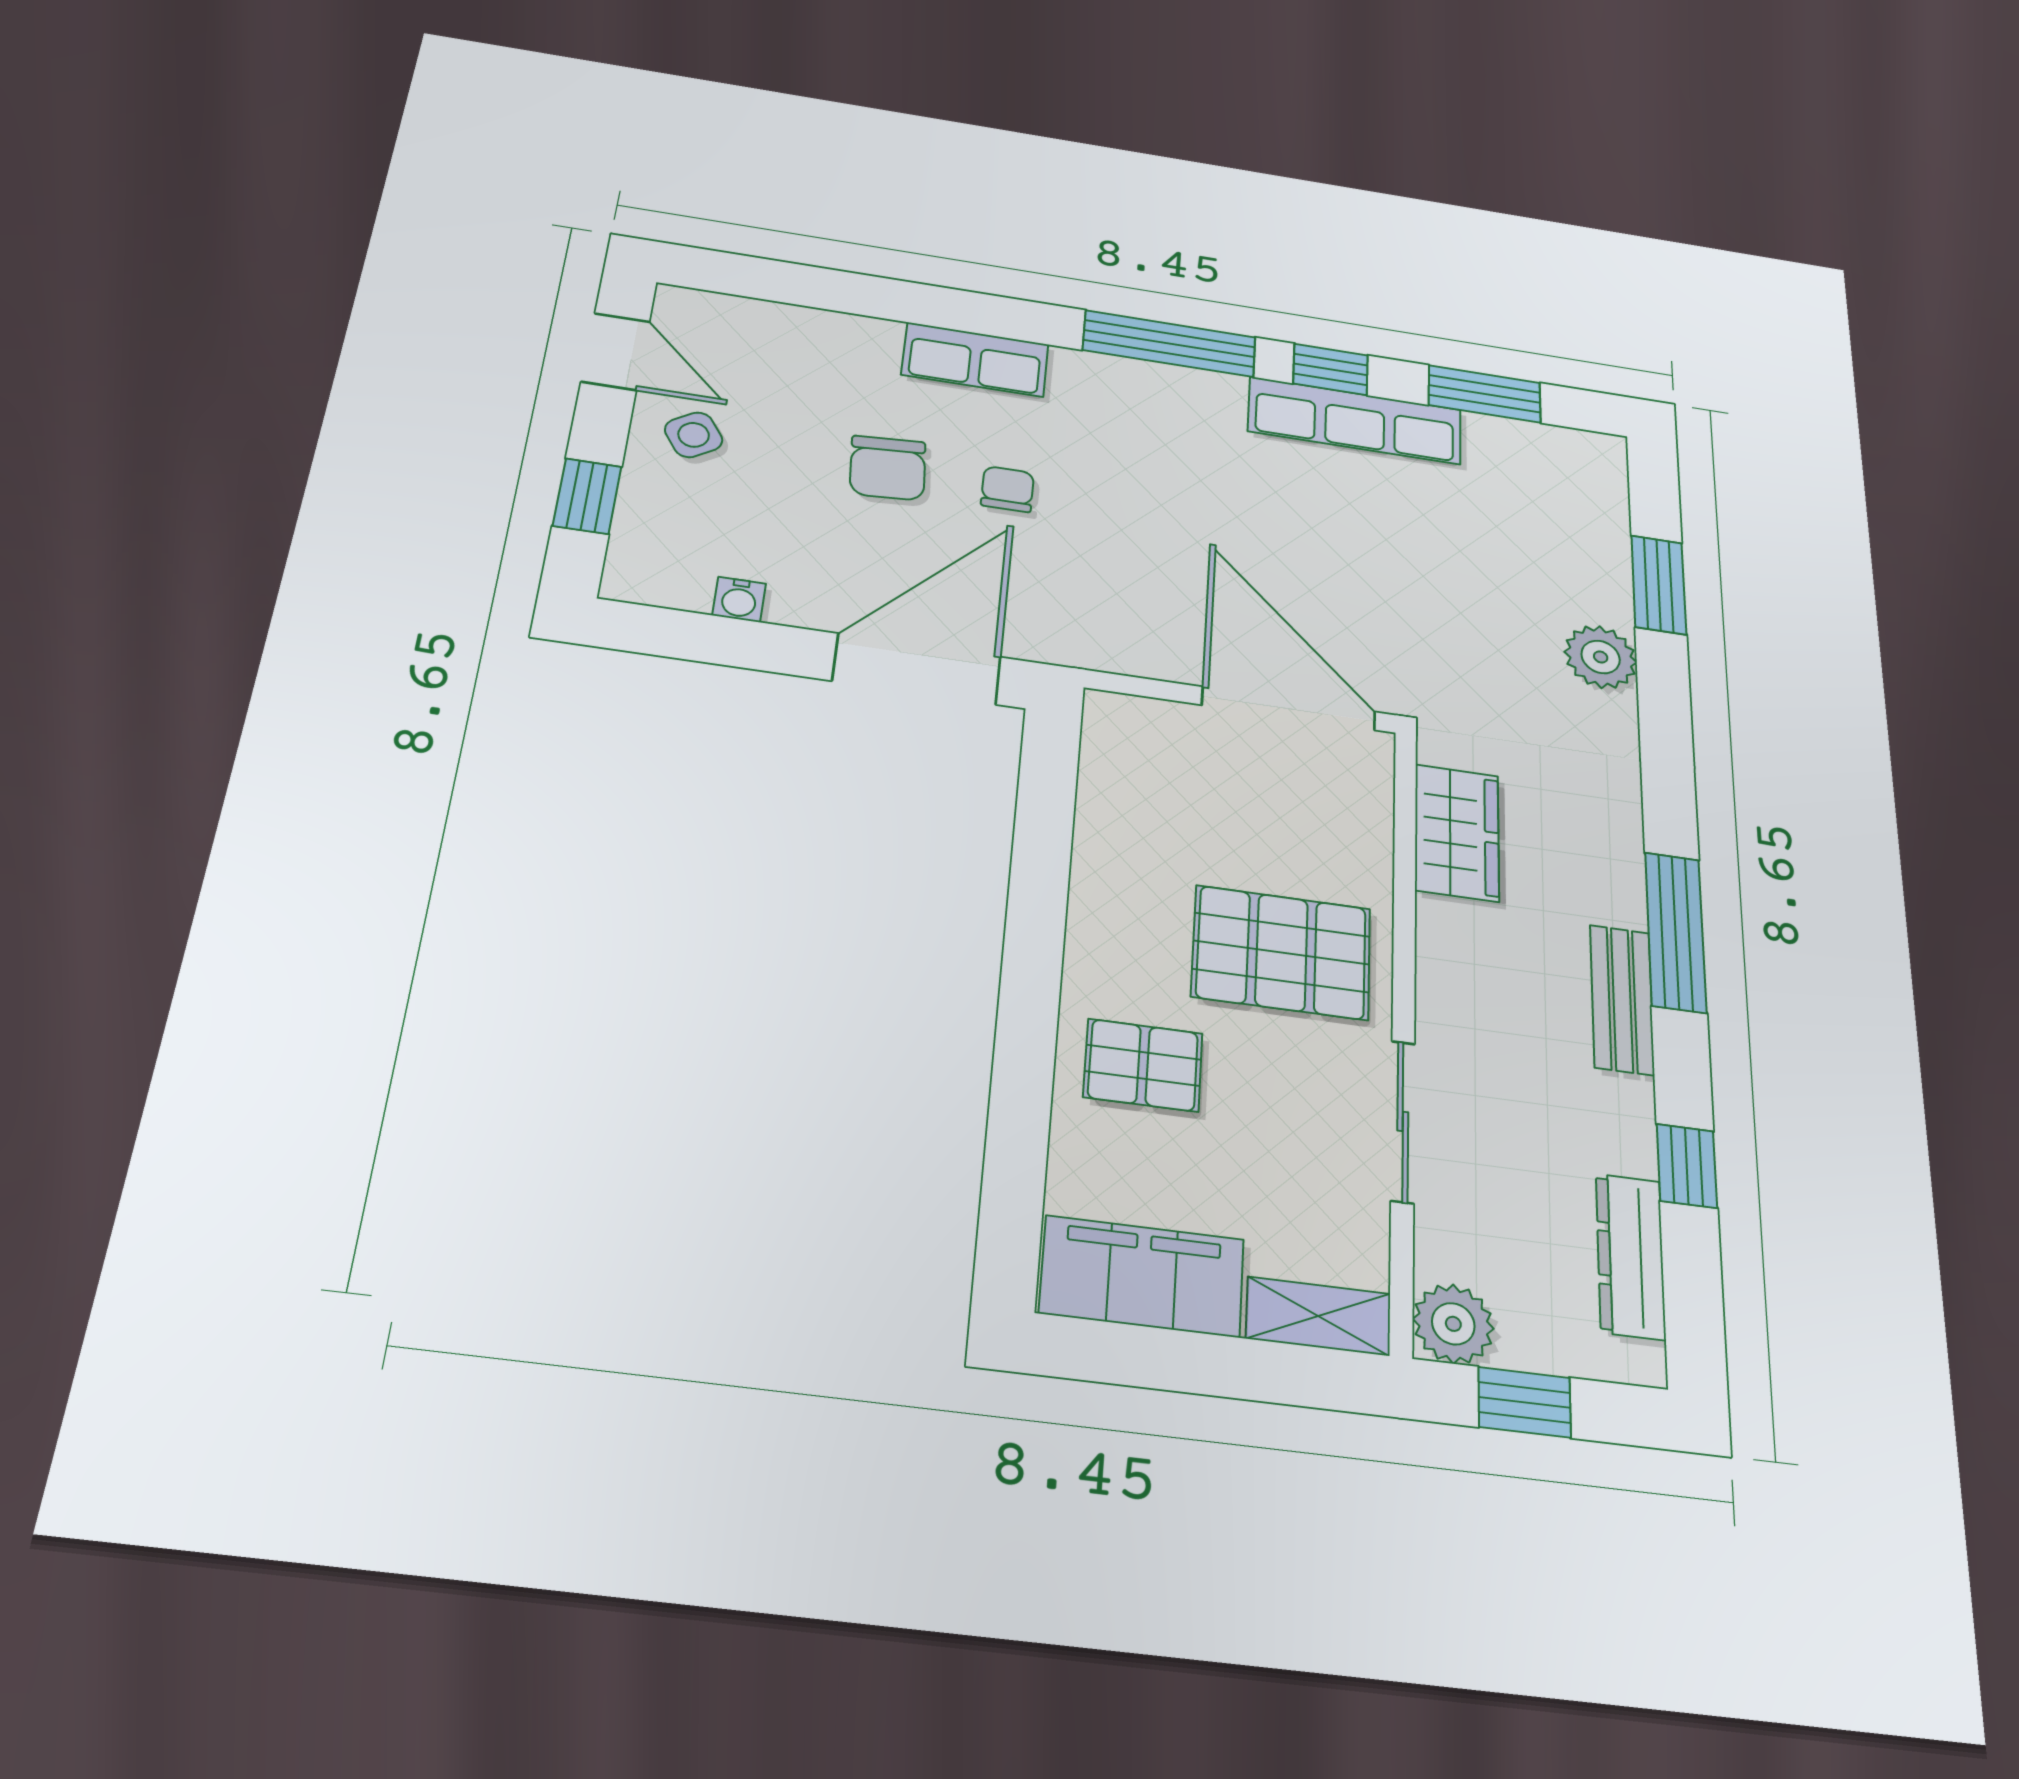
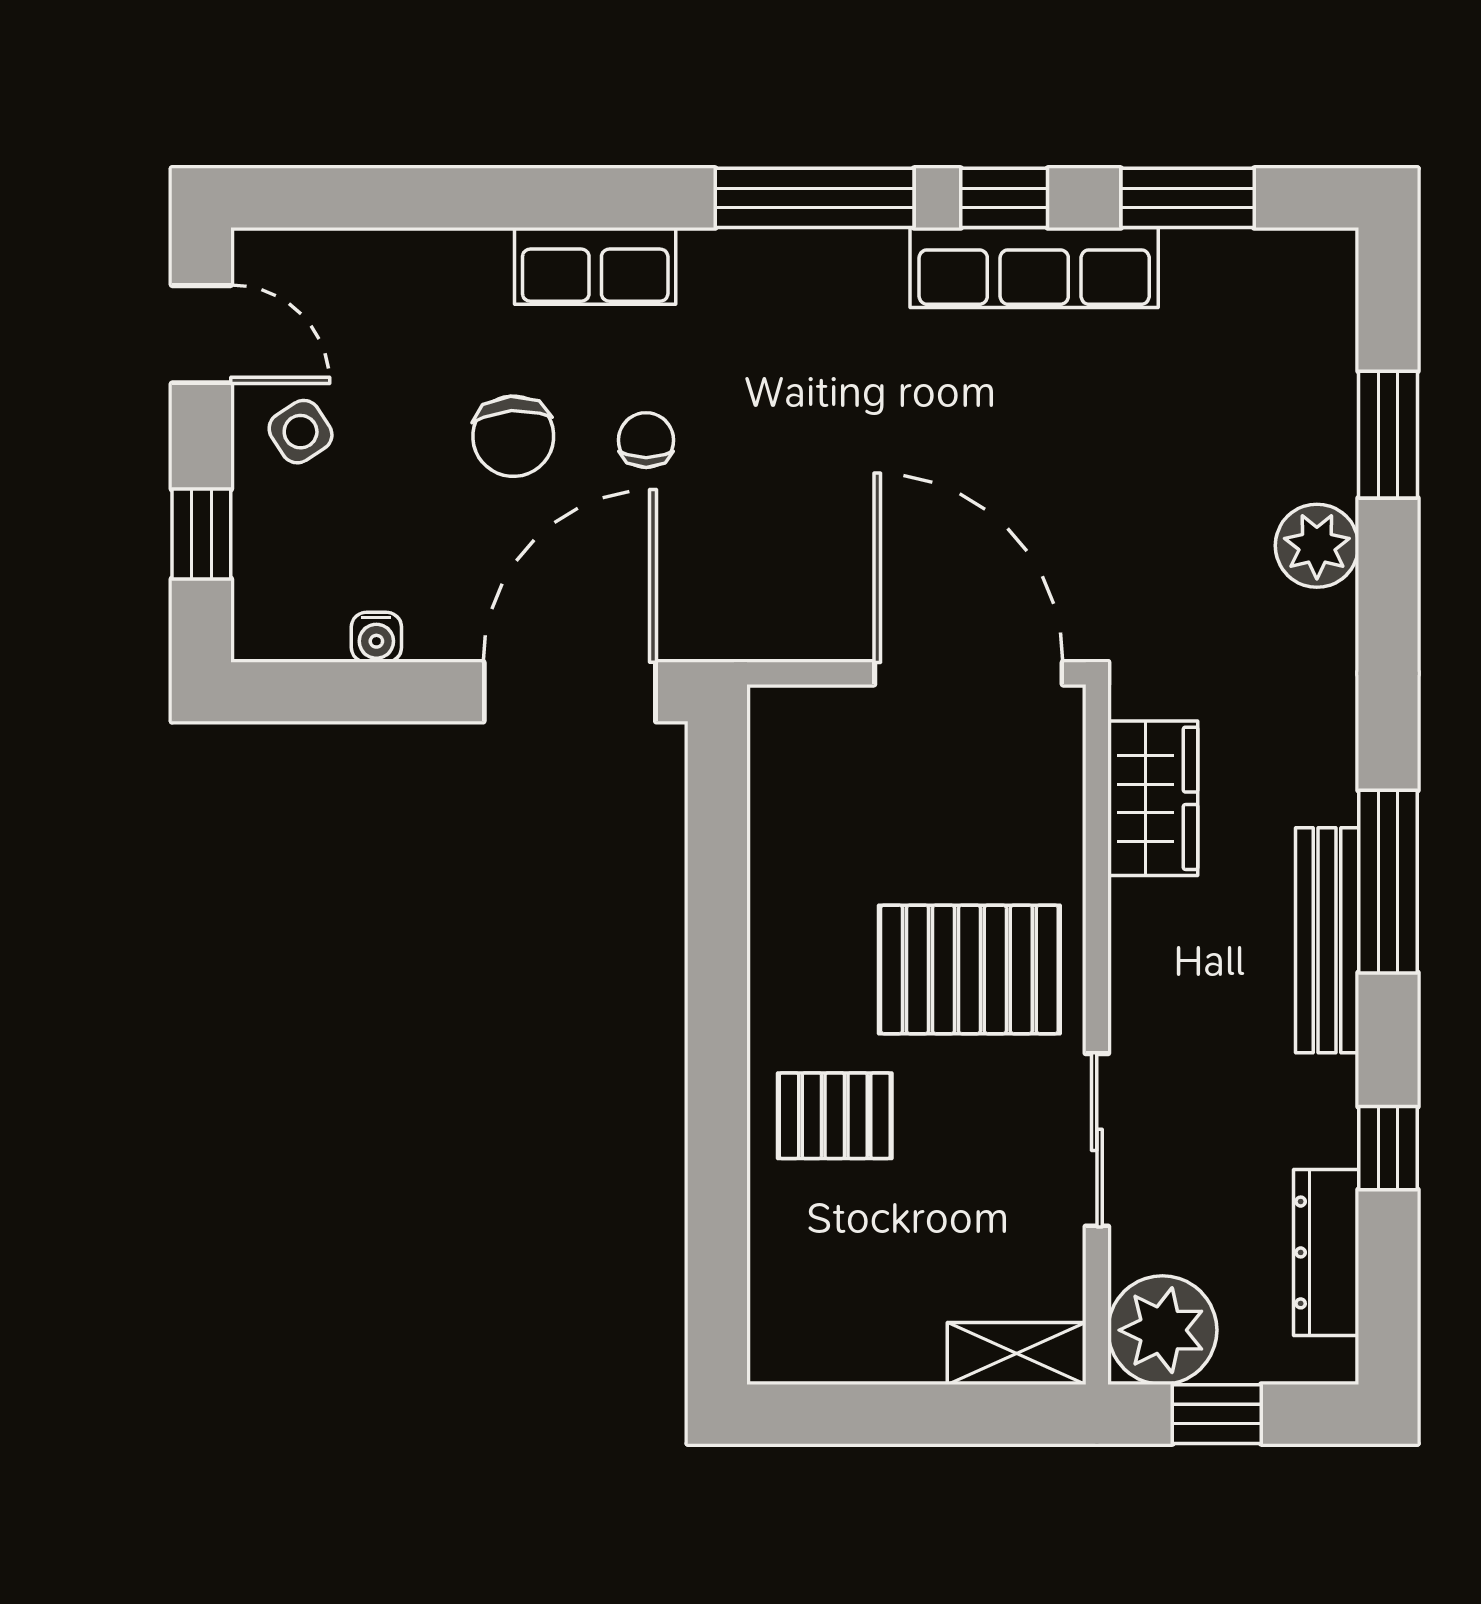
bench: (1622, 1000) -> (1327, 940), width x1.36
filing cabinet: (1142, 1276) -> (846, 1335), removed
plant: (1453, 1324) -> (1162, 1330), width x1.36, depth x1.36

